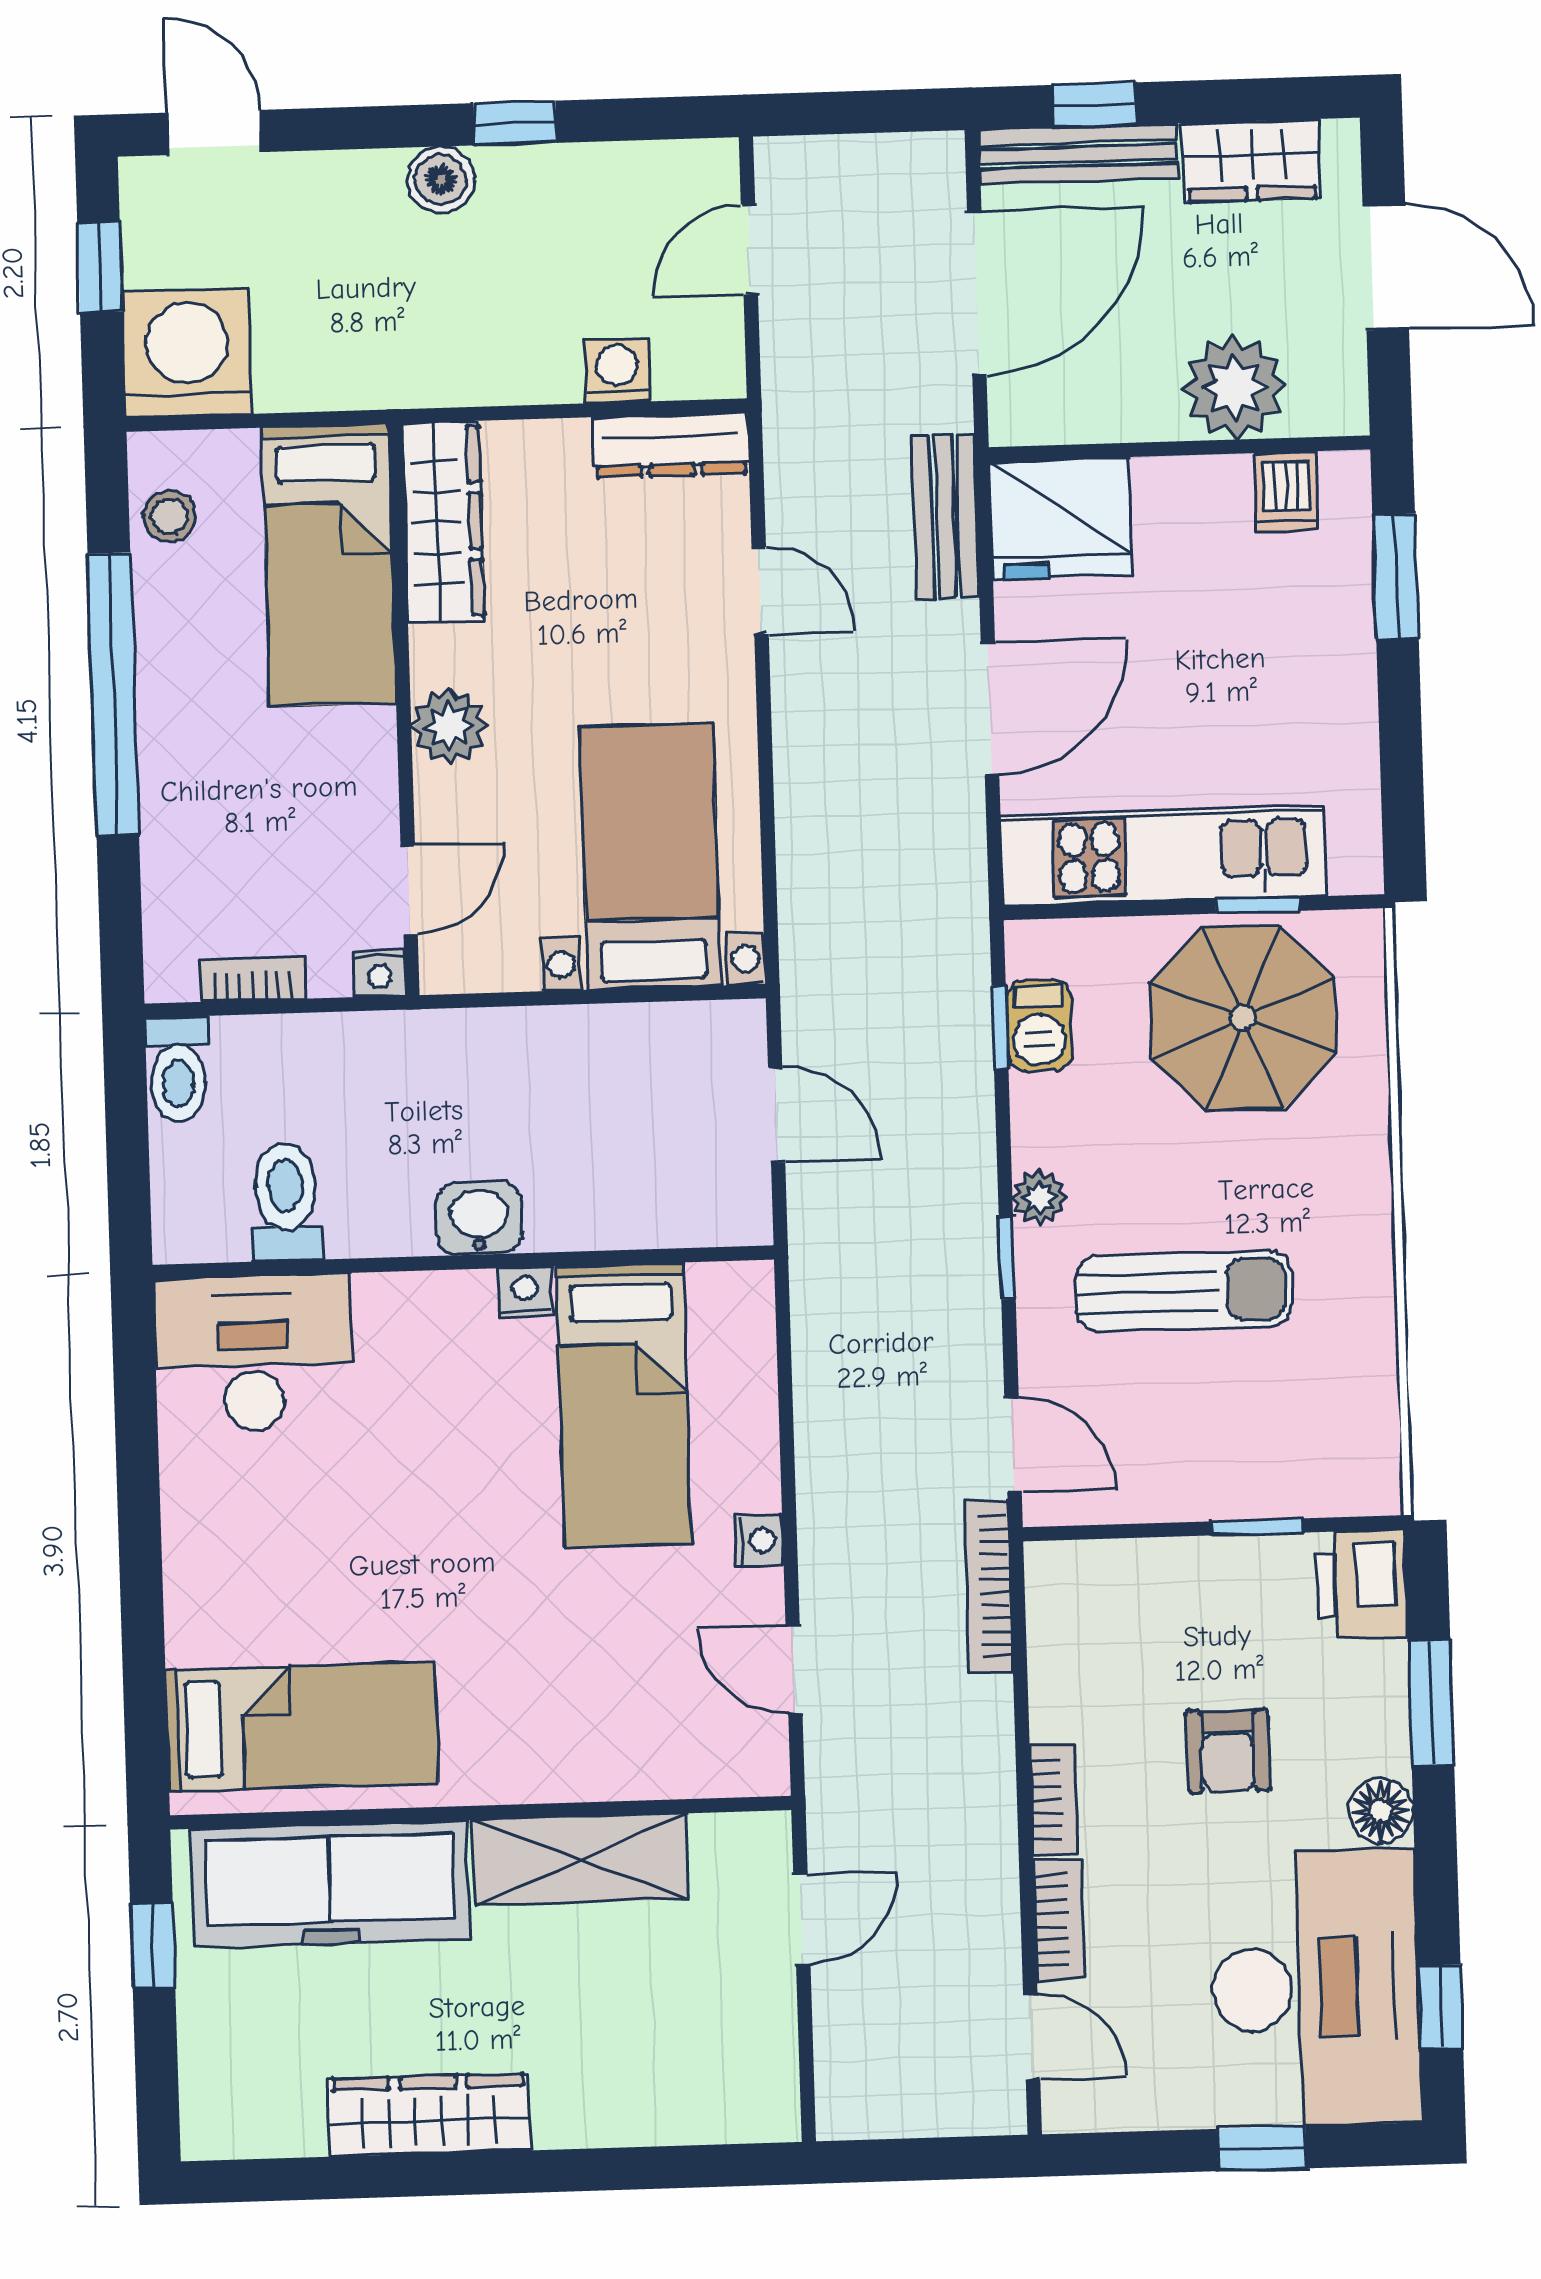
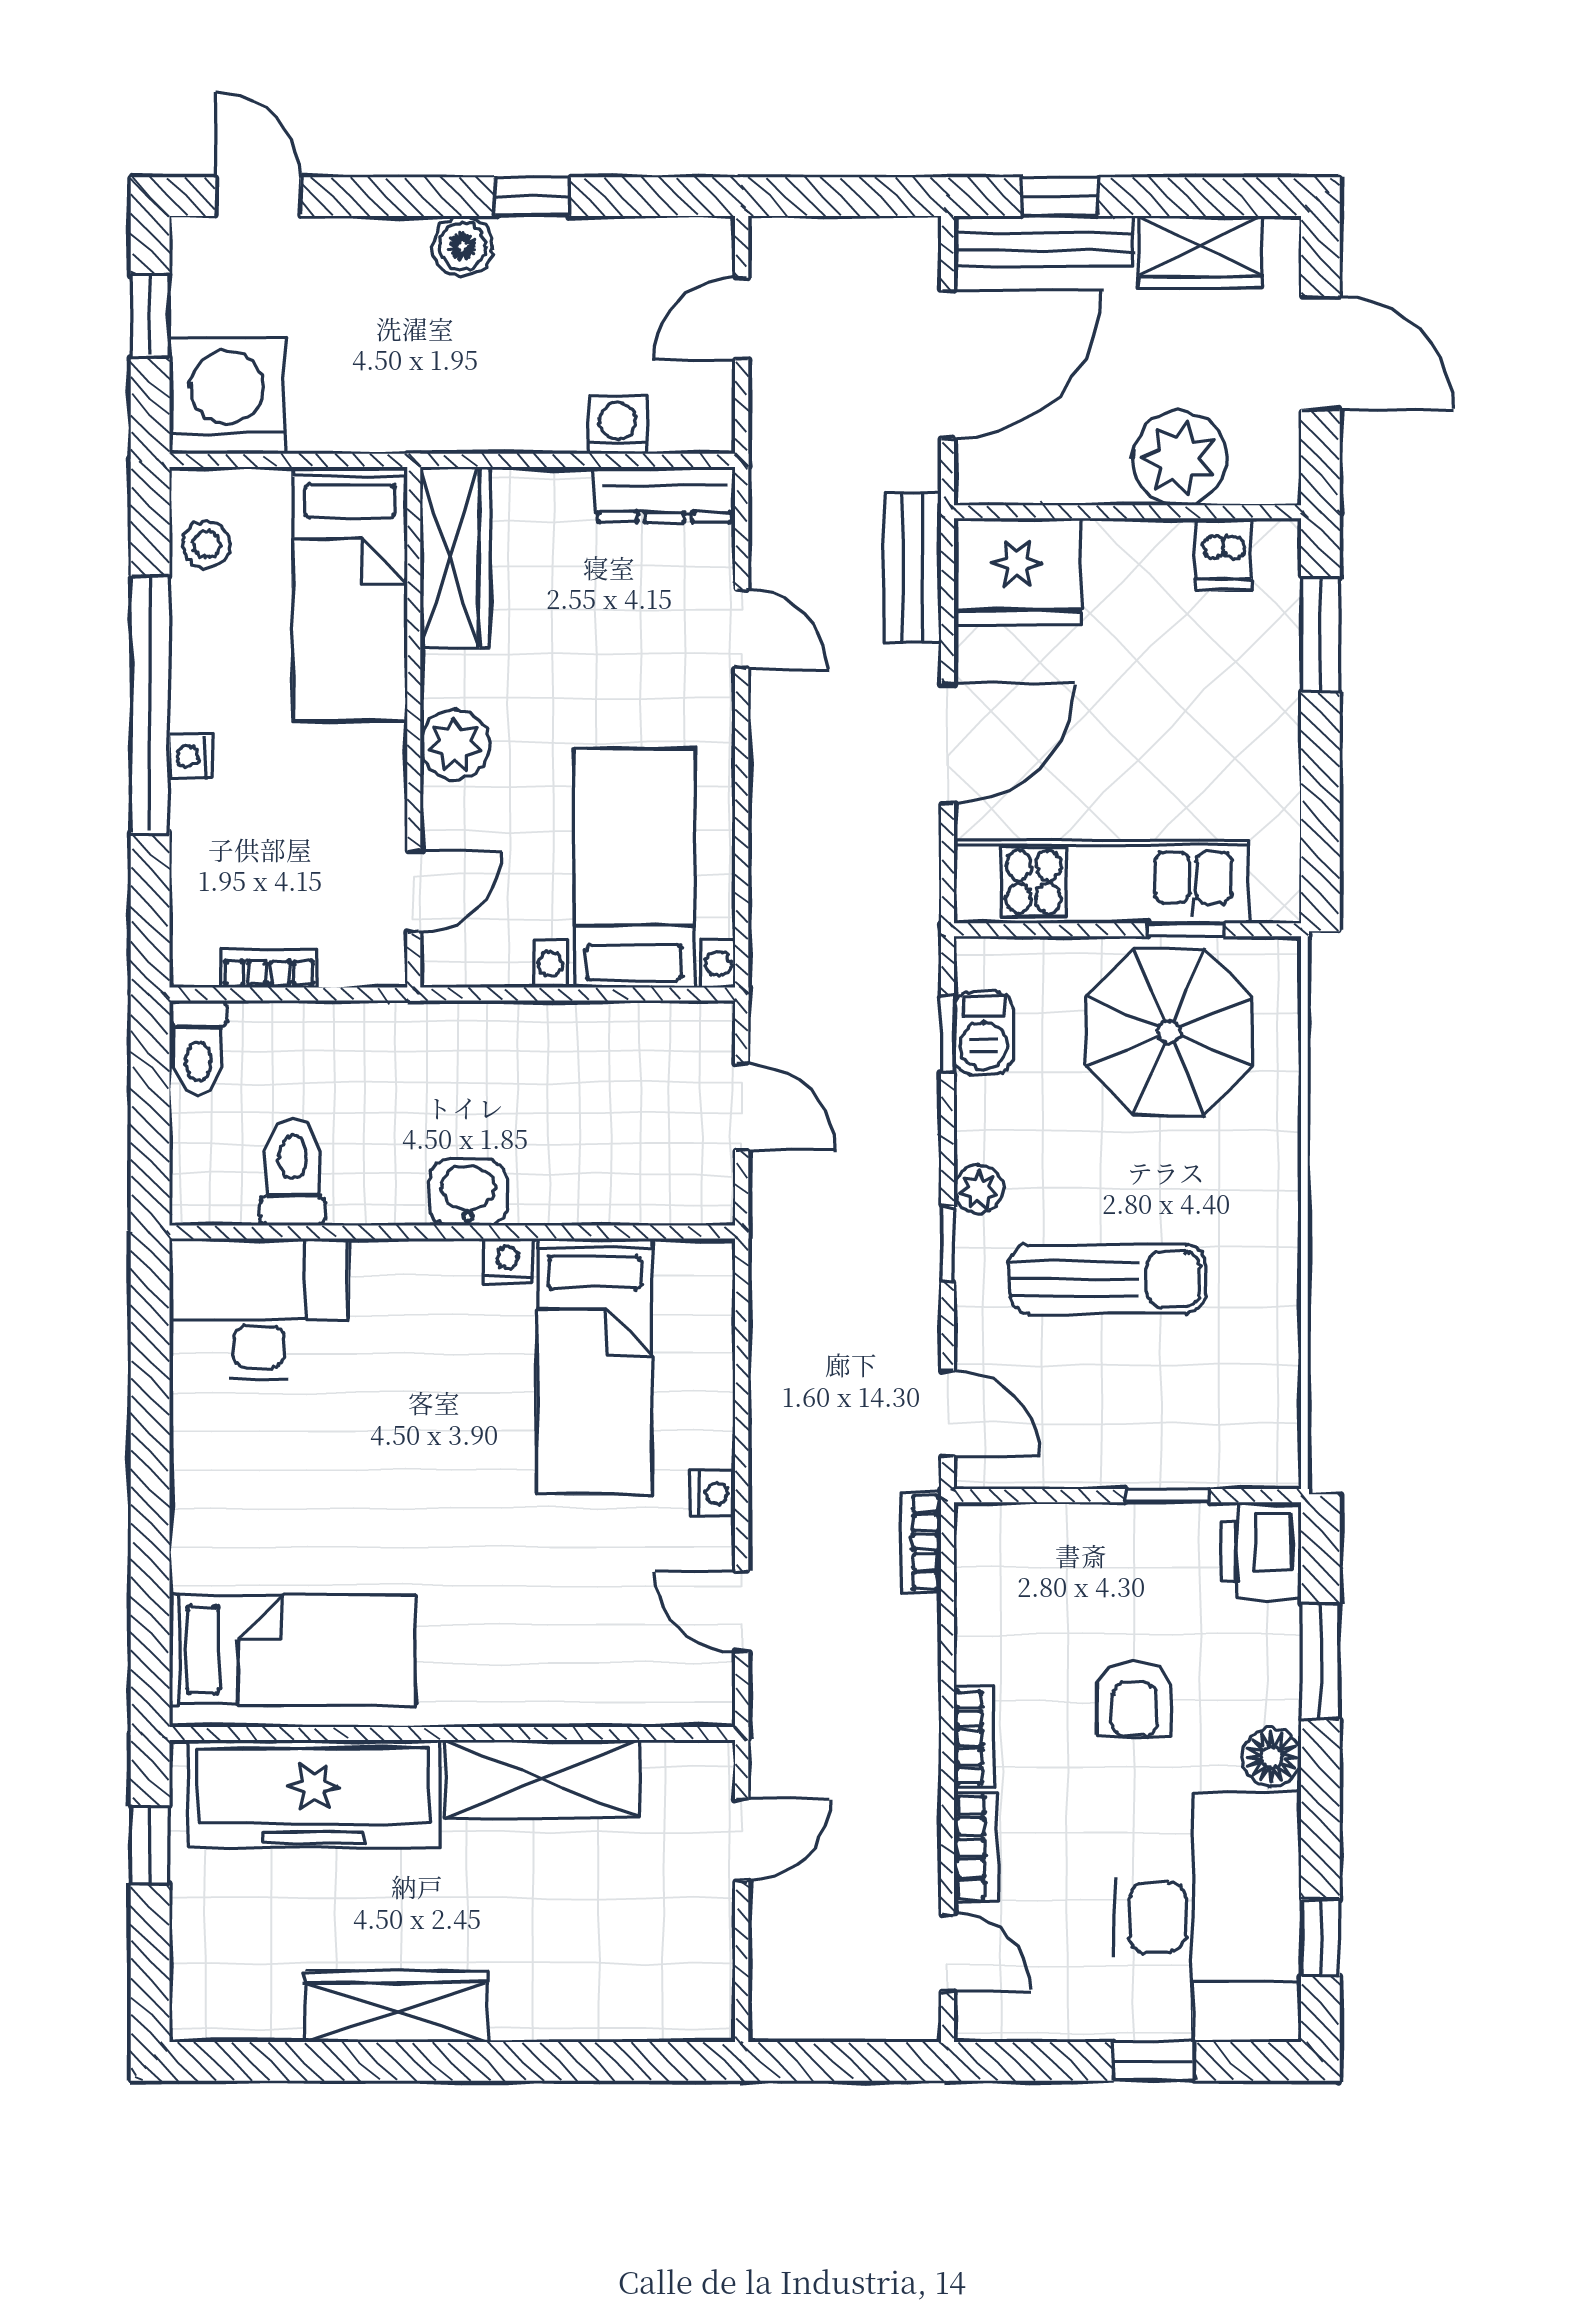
nightstand: (380, 973) -> (191, 756), moved, turned 90
bookcase: (988, 1587) -> (921, 1542), width x0.64

